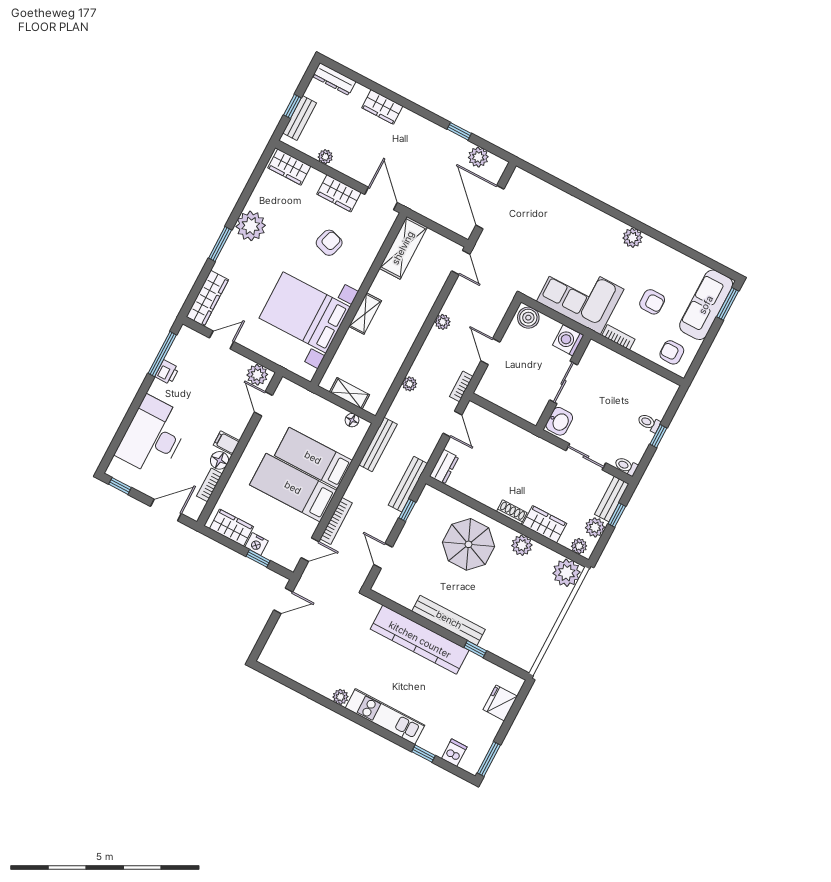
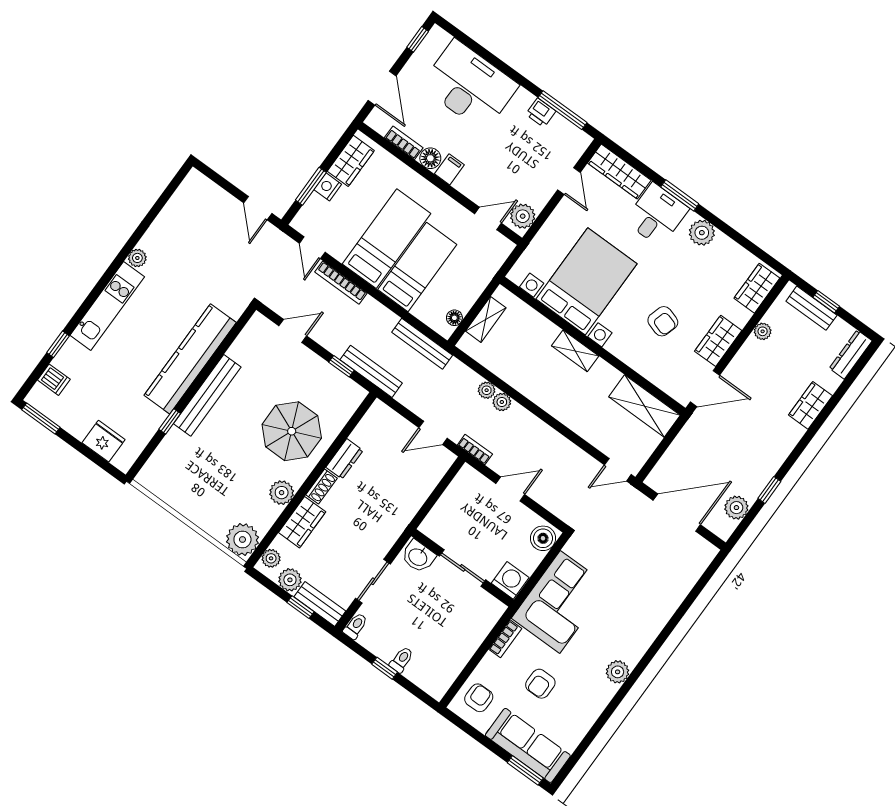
plant: (251, 226) -> (702, 233), width x0.73, depth x0.73
desk: (240, 261) -> (657, 215), added
plant: (443, 322) -> (502, 402), moved
dresser: (444, 467) -> (344, 459), moved, turned -90
window: (258, 558) -> (311, 186), width x1.50

